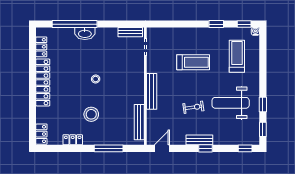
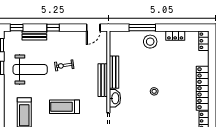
washbasin: (138, 72) -> (115, 98), added
stool: (91, 114) -> (150, 42), moved
bench: (139, 122) -> (114, 72), moved
bench: (199, 140) -> (34, 35), moved

